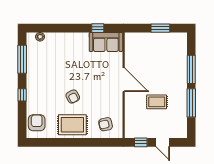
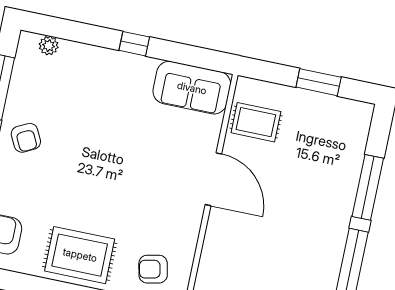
window: (98, 28) -> (134, 44), moved
armchair: (73, 97) -> (26, 138), moved
rug: (157, 102) -> (256, 122), moved

